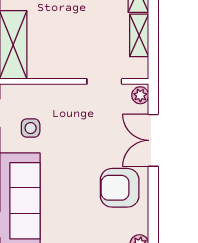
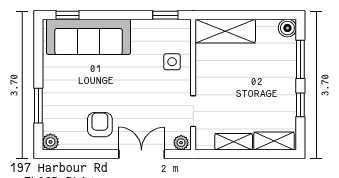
side table: (31, 128) -> (172, 62), moved
armchair: (120, 188) -> (100, 125), width x0.72, depth x0.72

